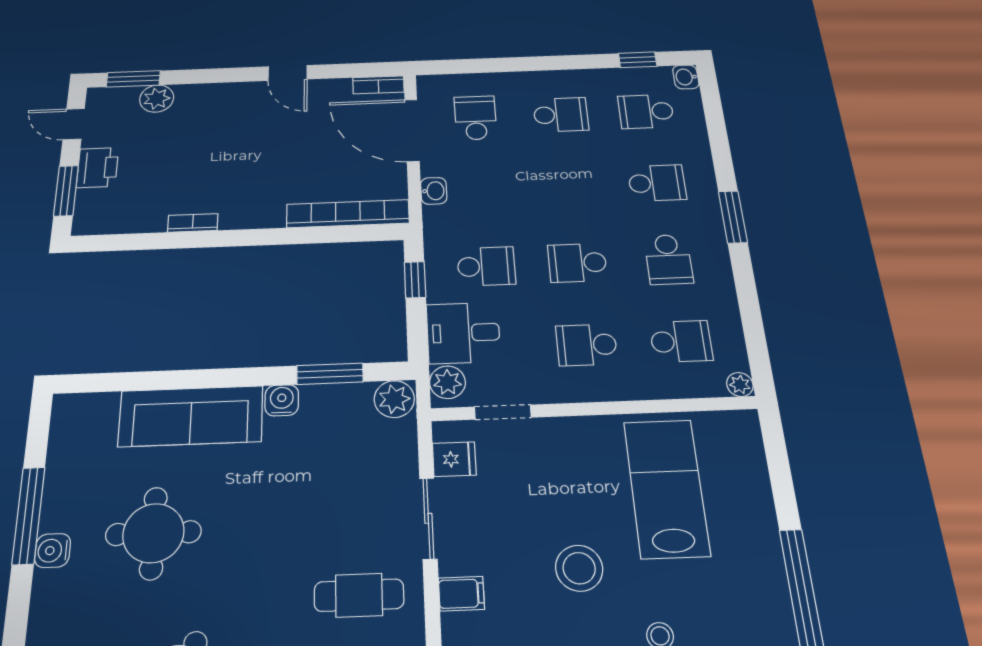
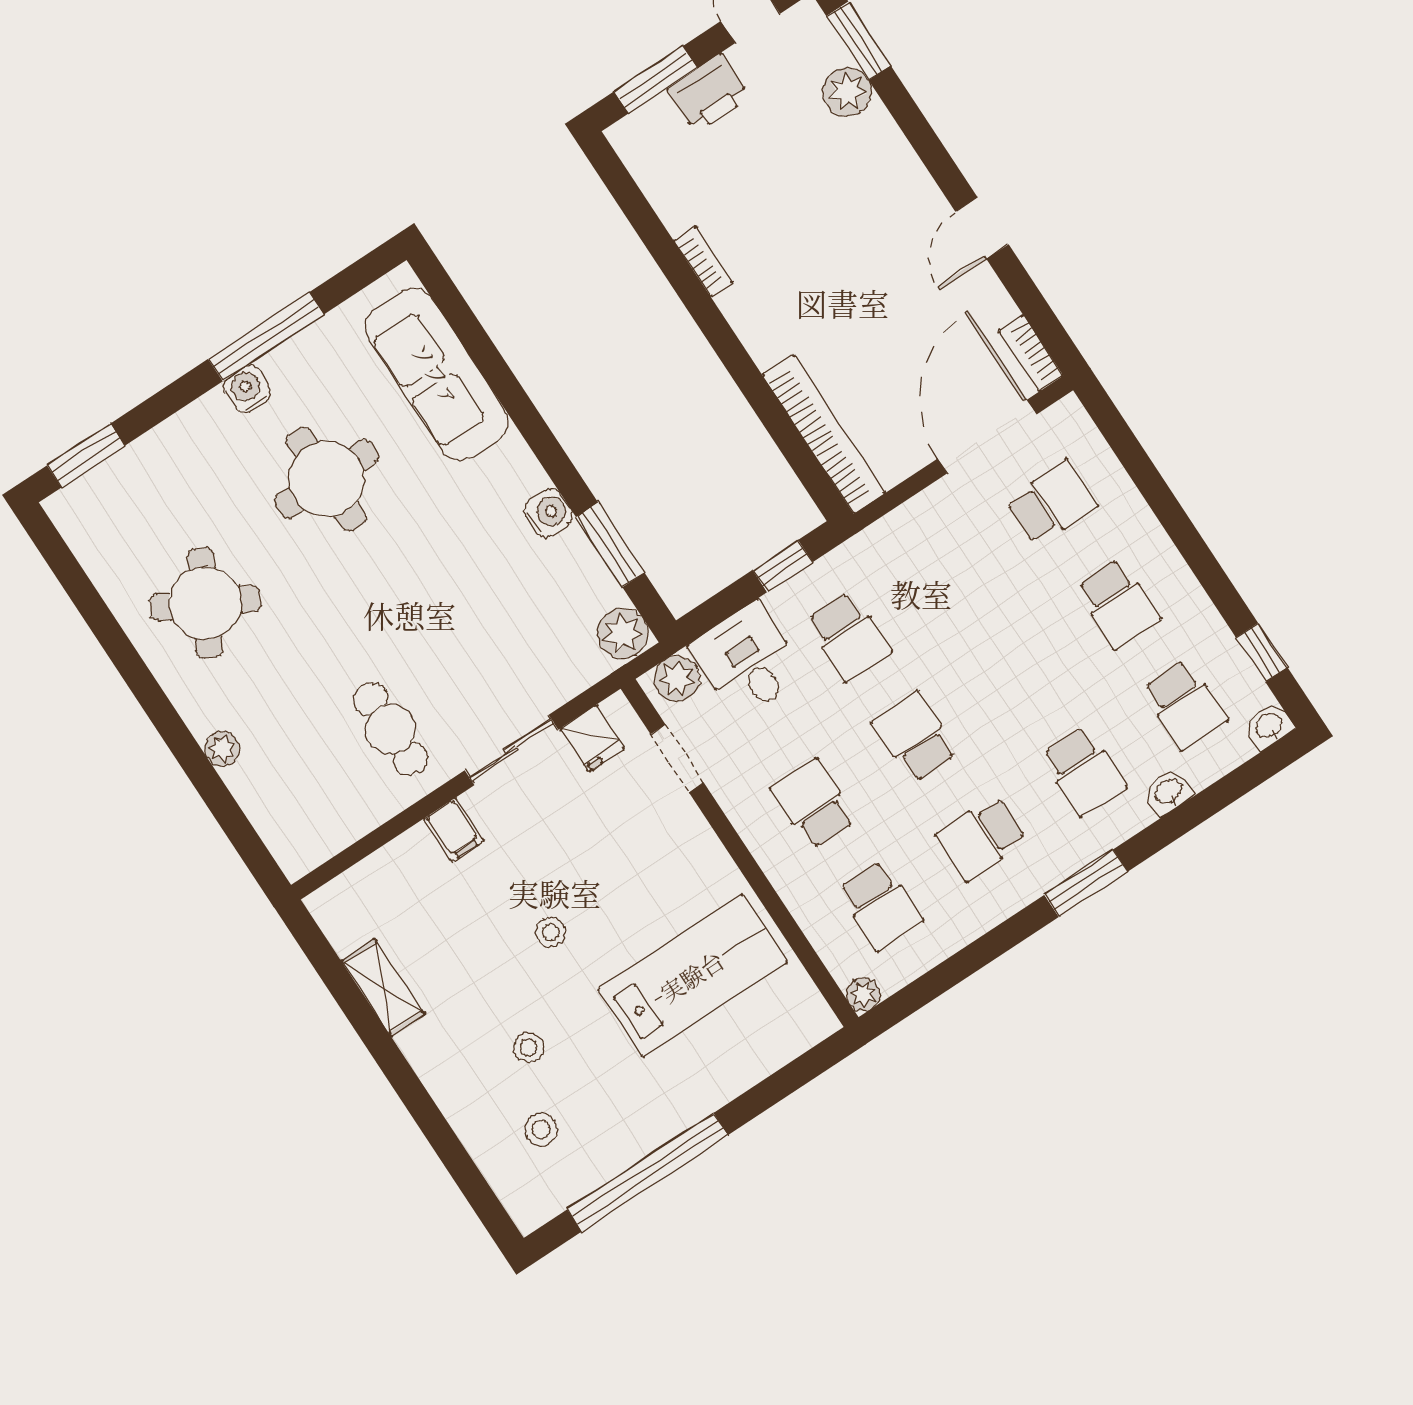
school desk: (646, 111) -> (1184, 704), turned 180
washbasin: (434, 191) -> (1169, 792), moved, turned 180
sofa: (191, 416) -> (437, 374), moved
stool: (579, 568) -> (551, 932), width x0.53, depth x0.53

